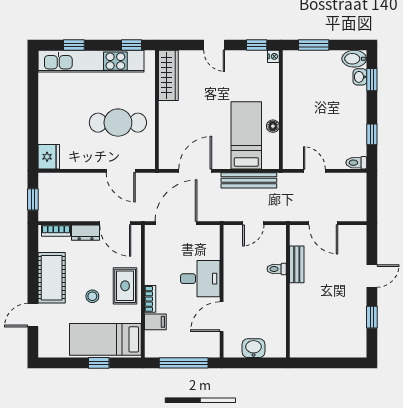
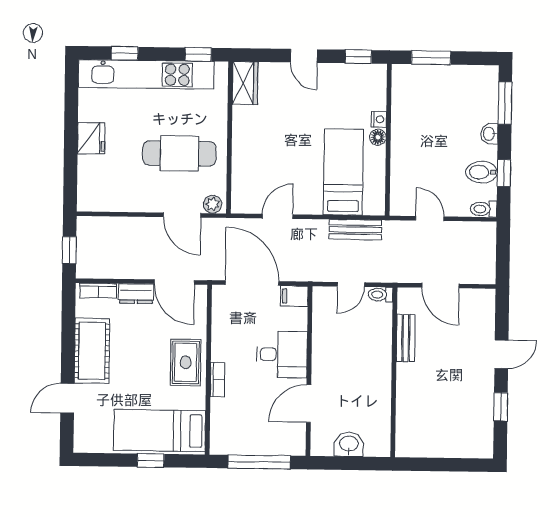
nightstand: (273, 56) -> (379, 119), moved
bidet: (354, 59) -> (482, 172), moved
wardrobe: (168, 75) -> (245, 83), width x0.67
washbasin: (360, 77) -> (489, 134), moved
window: (372, 80) -> (505, 103), width x1.50
floor lamp: (273, 126) -> (378, 137), moved
fridge: (49, 157) -> (91, 138), moved
plant: (144, 162) -> (213, 204), added
door: (195, 171) -> (278, 216), width x0.73
bench: (249, 180) -> (355, 230), width x0.73
door: (176, 223) -> (252, 283), hinge flipped
toilet: (277, 269) -> (381, 295), moved
stool: (92, 296) -> (144, 375), removed
filing cabinet: (155, 322) -> (294, 296), moved, turned 180

